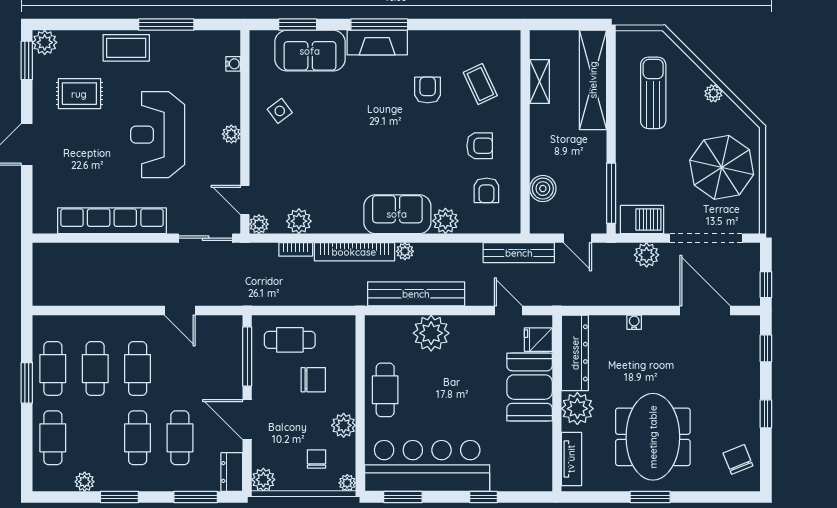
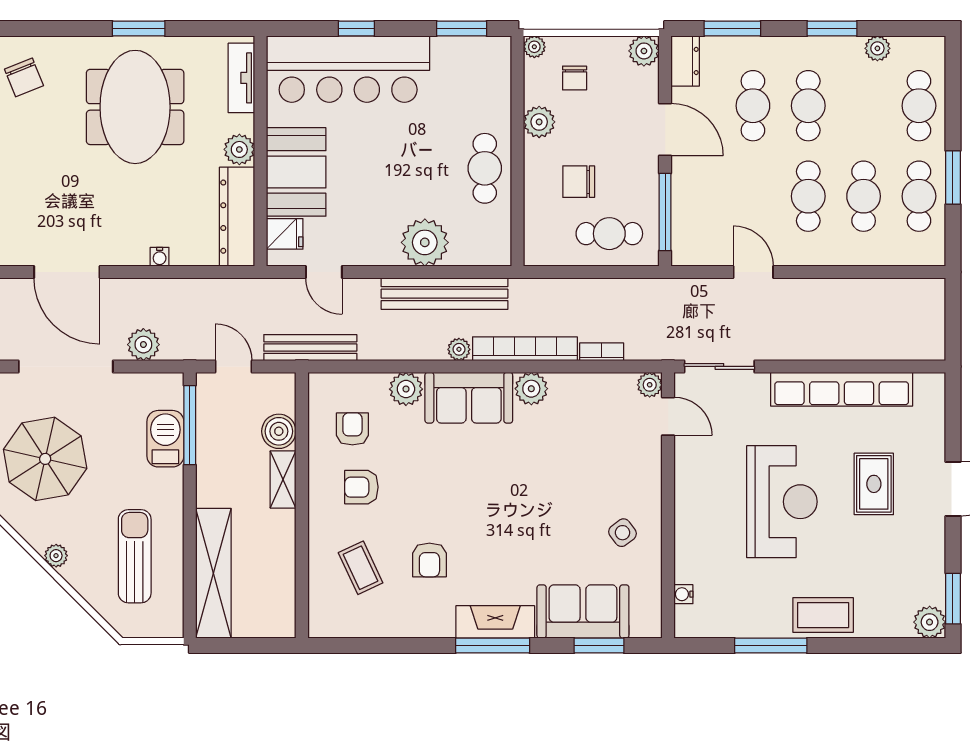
shelving: (540, 81) -> (283, 479), moved
sun lounger: (653, 93) -> (135, 556), turned 180
rug: (79, 94) -> (874, 484), moved, turned 90
plant: (231, 134) -> (686, 502), removed
barbecue: (642, 220) -> (165, 439), moved, turned 90
plant: (299, 221) -> (531, 389), moved
plant: (577, 409) -> (239, 149), width x0.73, depth x0.73
bar counter: (427, 466) -> (348, 69), moved

